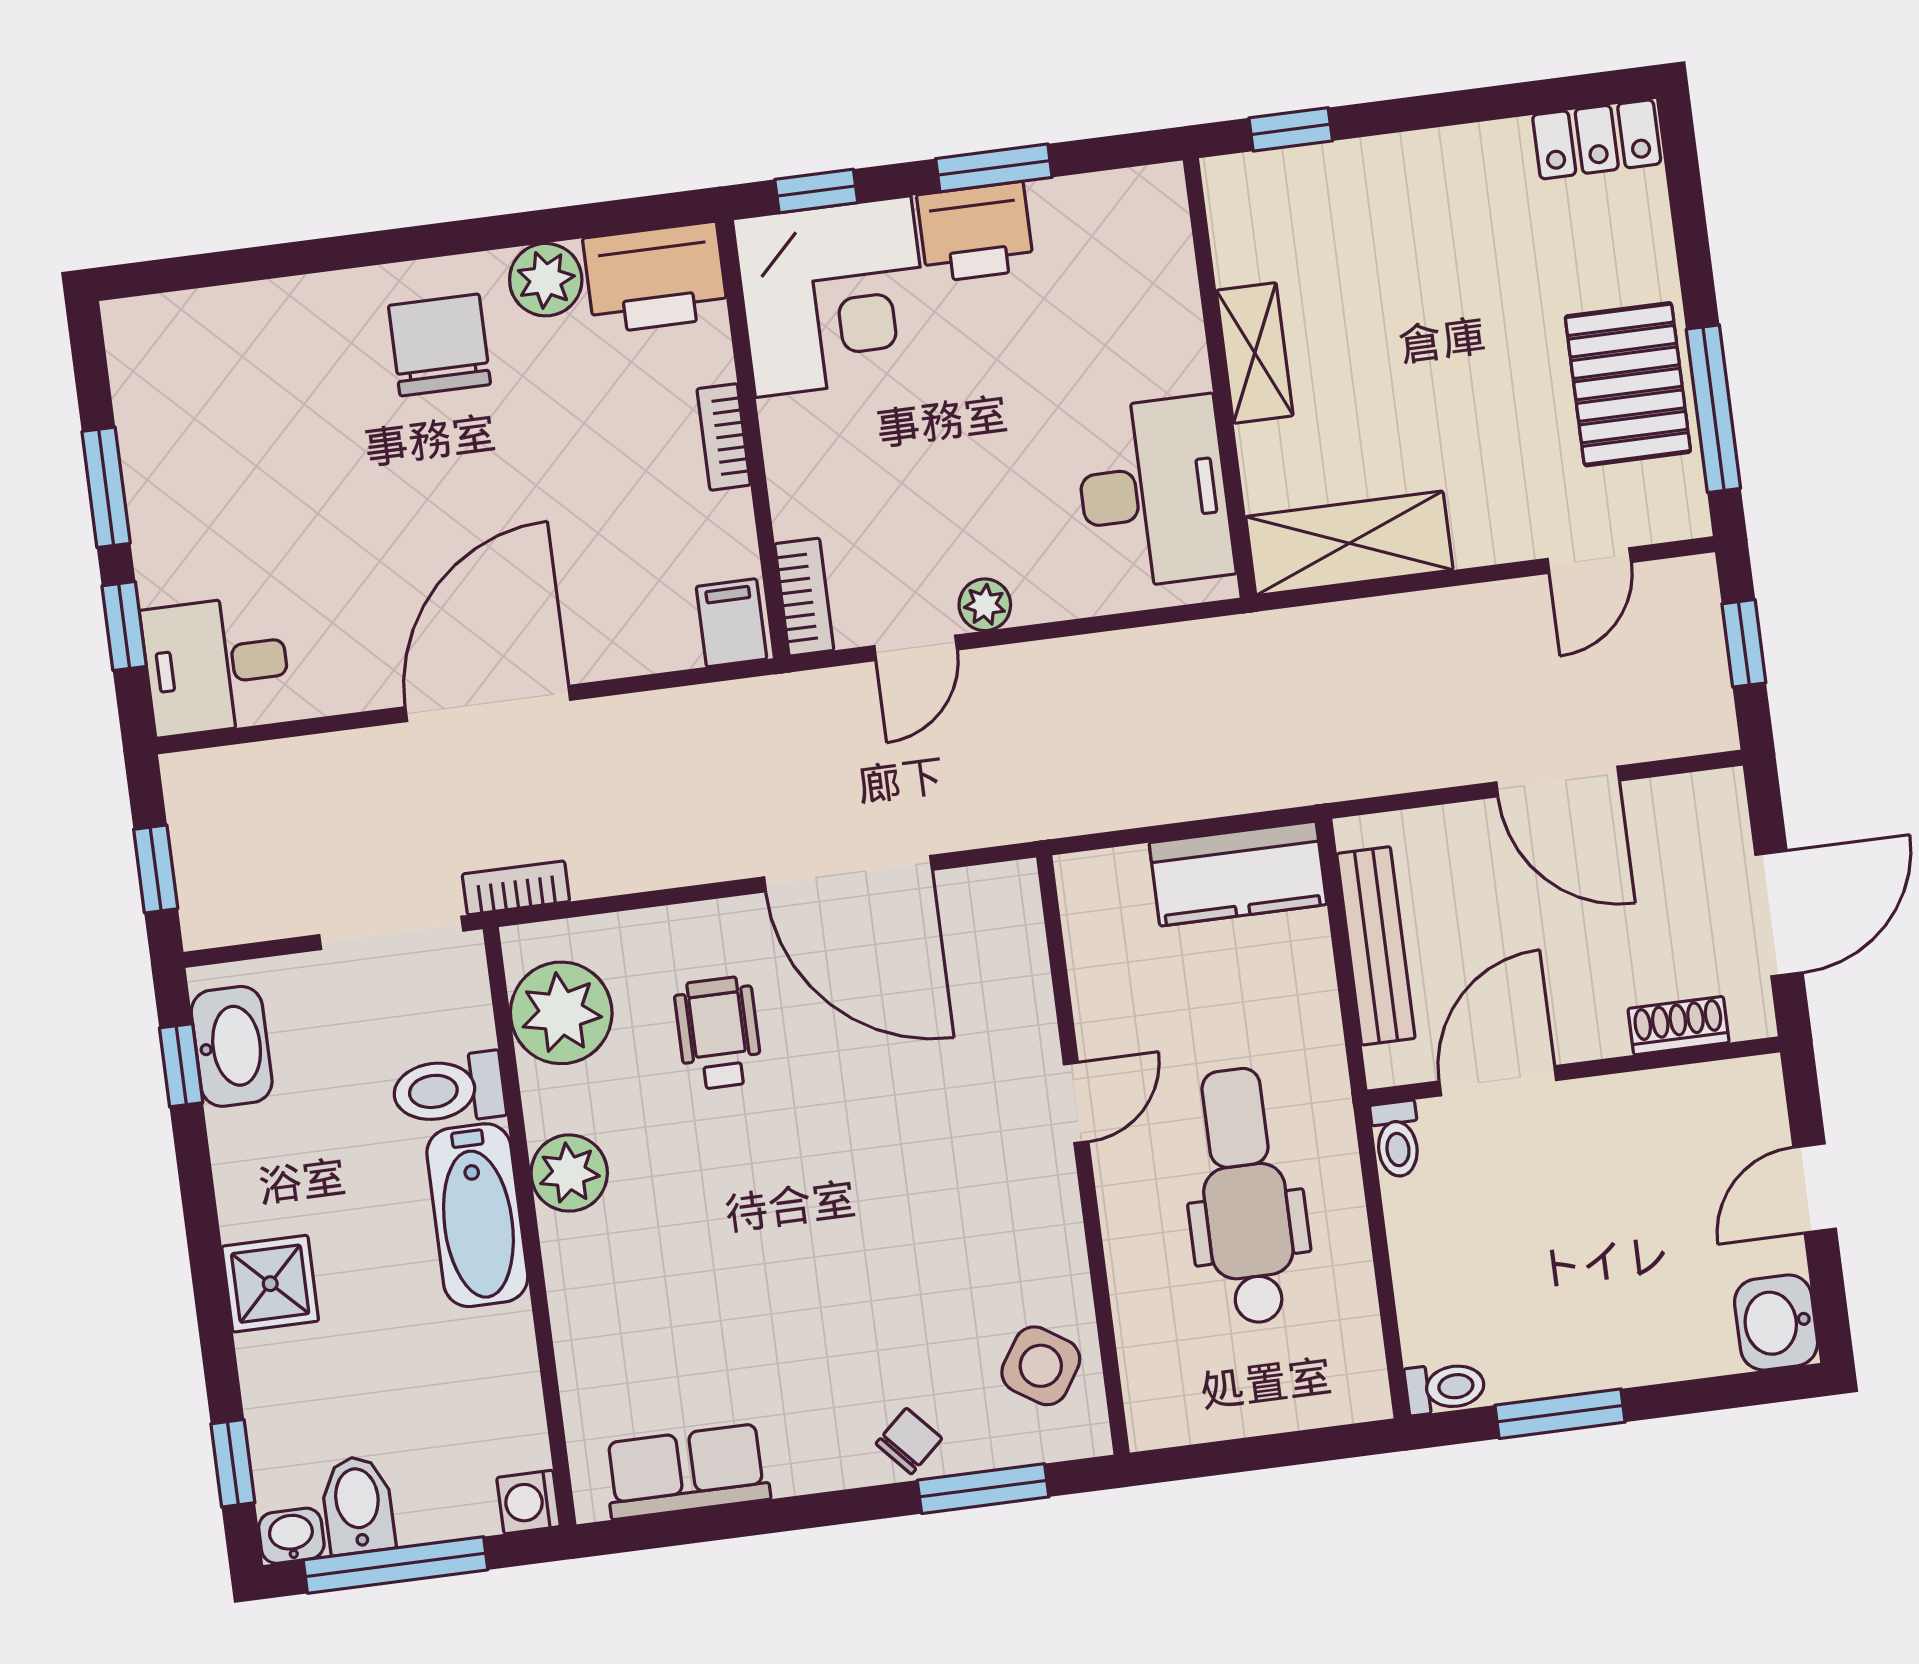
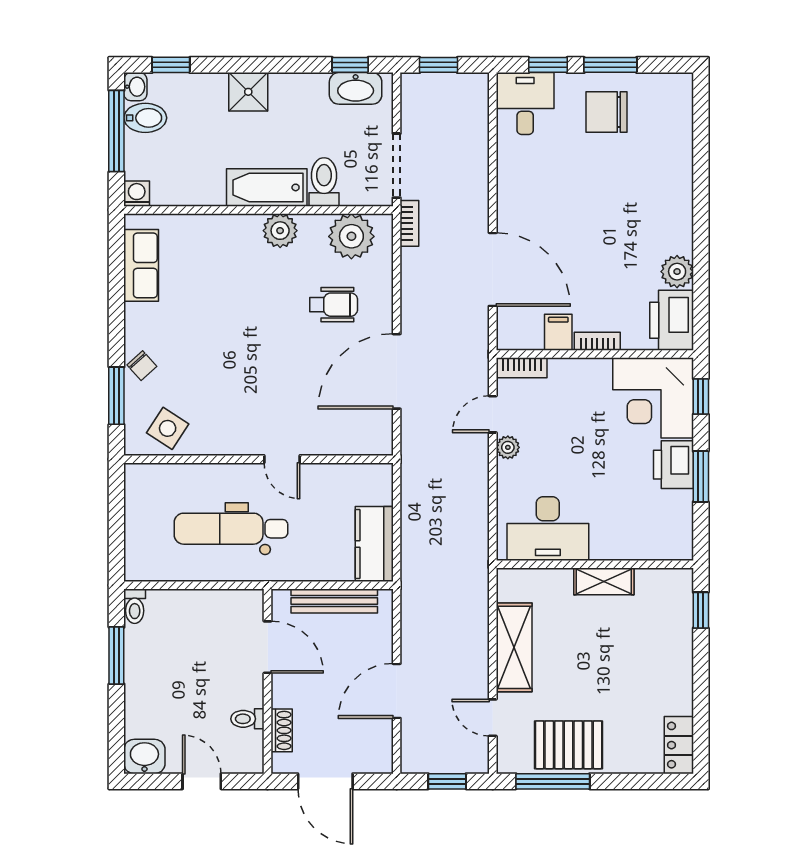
chair: (439, 345) -> (606, 112), moved, turned 180
shelving: (1349, 543) -> (514, 647), moved
filing cabinet: (731, 623) -> (558, 332), moved, turned -90
door: (916, 648) -> (493, 414), hinge flipped
door: (488, 703) -> (493, 269), moved
toilet: (1397, 1139) -> (247, 719), moved
dental chair: (1245, 1196) -> (231, 529), turned 180

